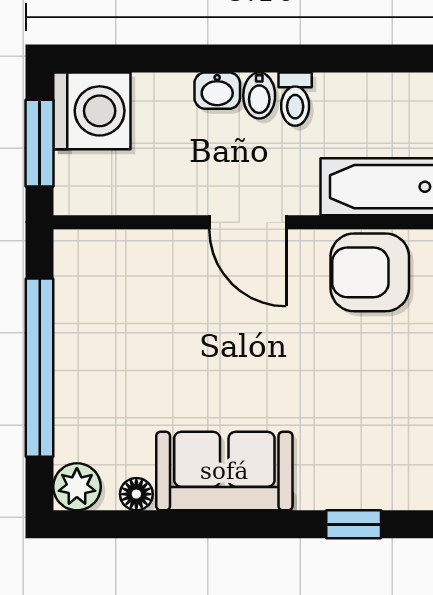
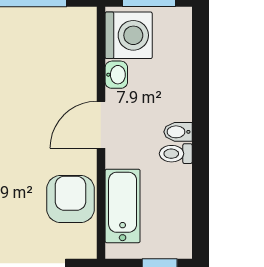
washbasin: (217, 91) -> (116, 75), moved, turned 180
washing machine: (92, 111) -> (129, 35), moved, turned -90

